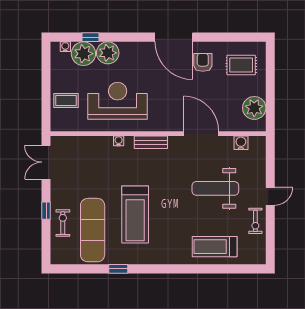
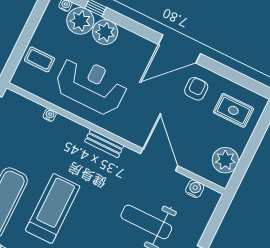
door: (174, 37) -> (179, 49), hinge flipped
water cooler: (119, 141) -> (50, 115), moved
treadmill: (135, 214) -> (53, 208), turned 180

